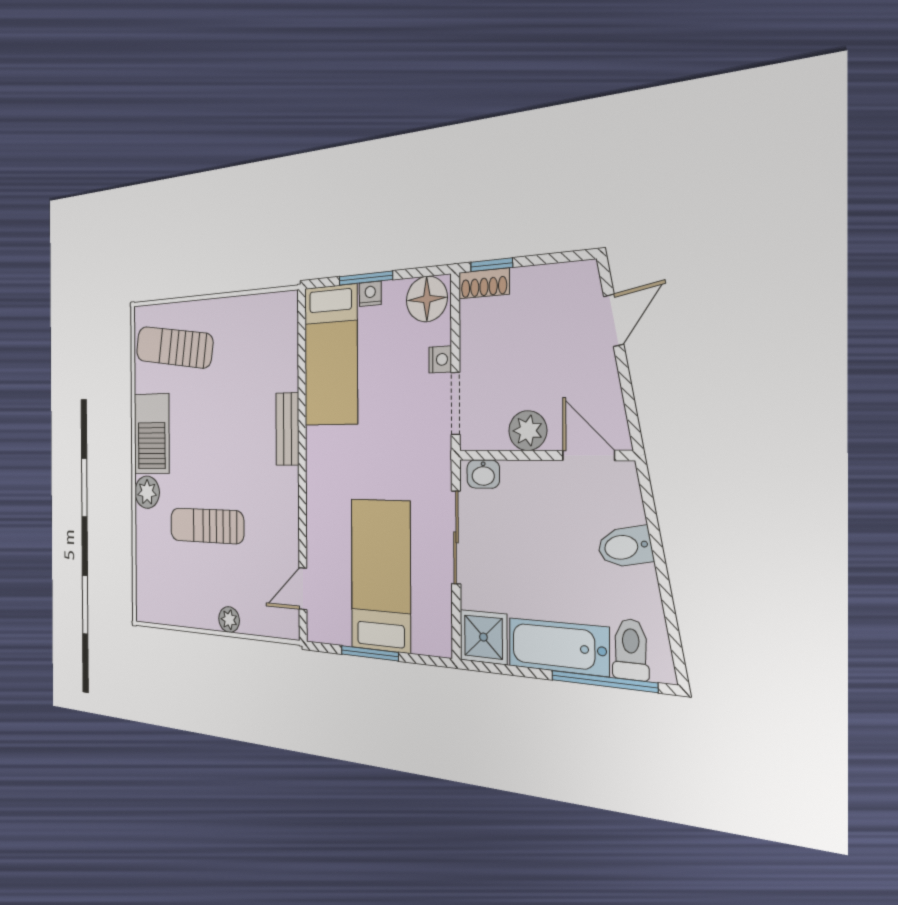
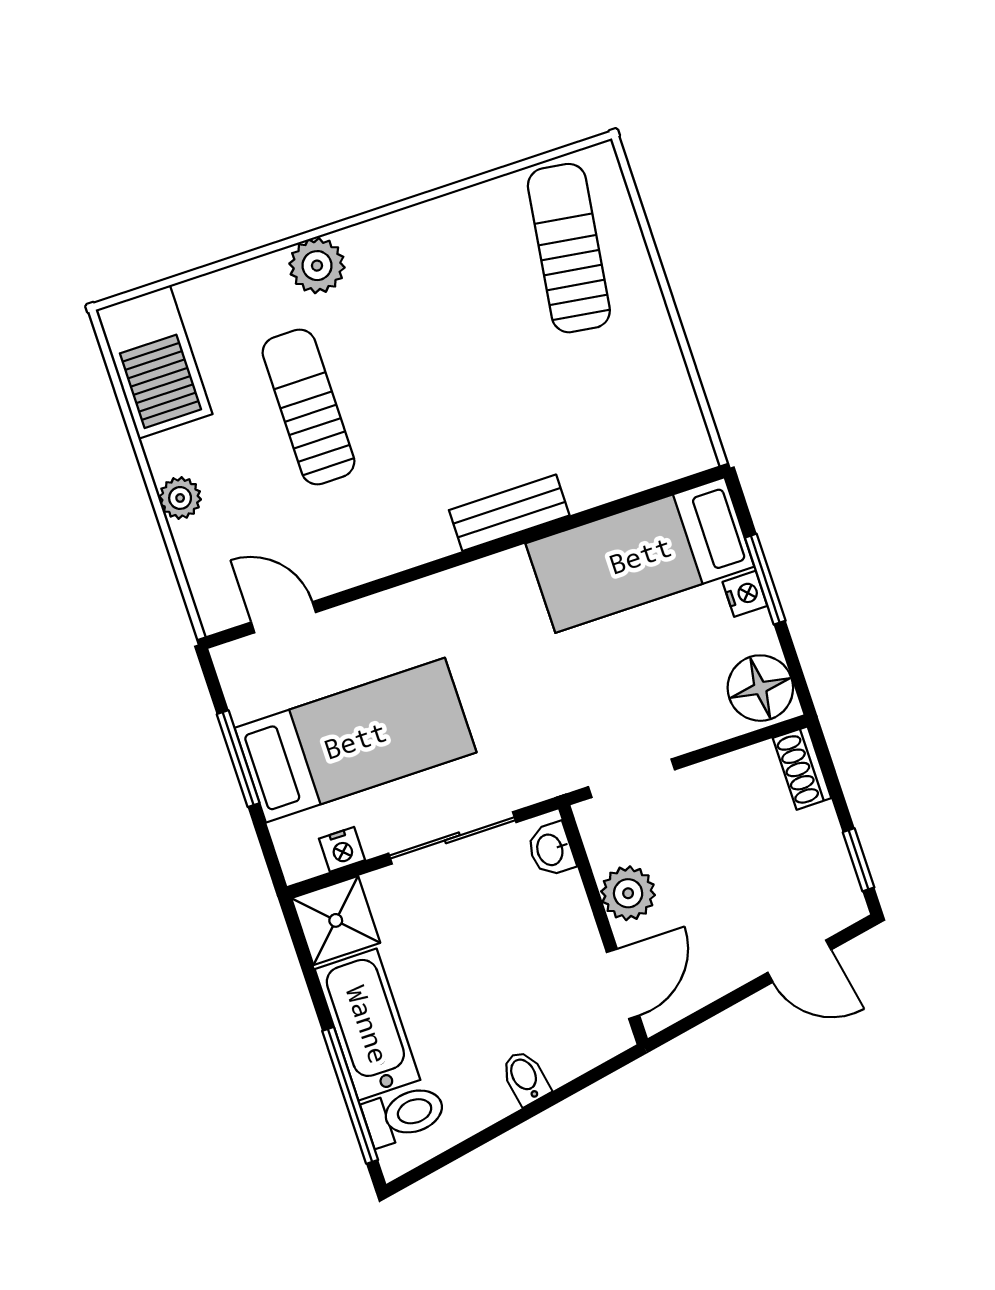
window: (492, 265) -> (859, 860), moved
nightstand: (440, 359) -> (342, 849), moved
barbecue: (152, 434) -> (154, 362), moved, turned -90
bidet: (625, 547) -> (525, 1078), width x0.72, depth x0.74

